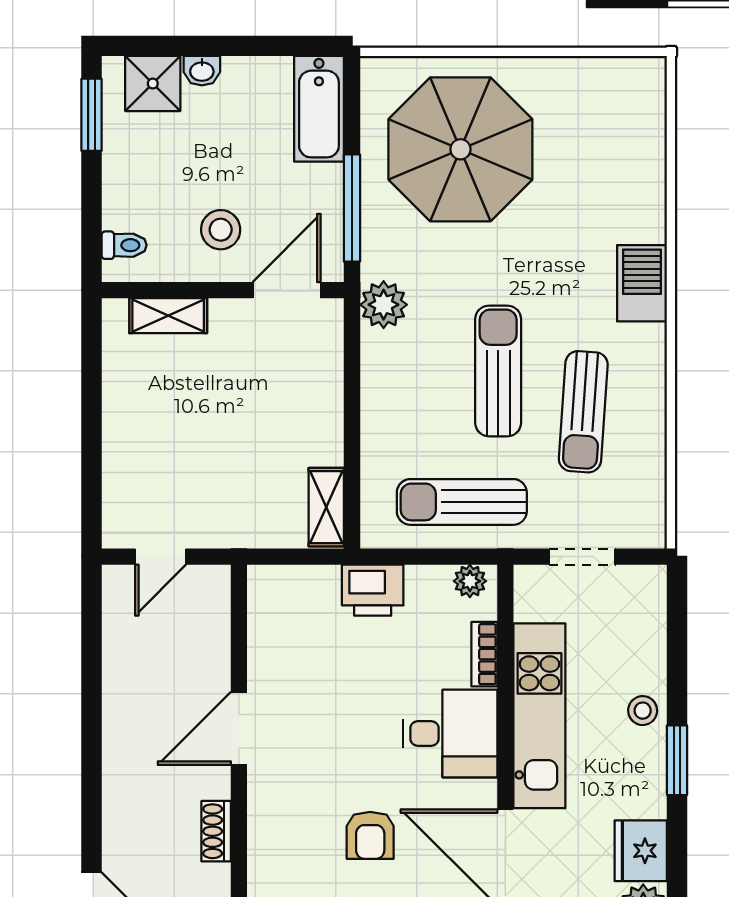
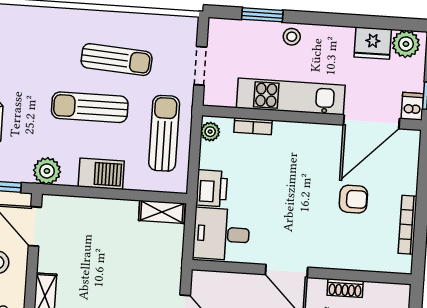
barbecue: (642, 283) -> (101, 174), moved, turned 180
sun lounger: (462, 502) -> (164, 133), turned 180
desk: (450, 733) -> (221, 234), moved, turned -90
window: (677, 760) -> (262, 15), moved

